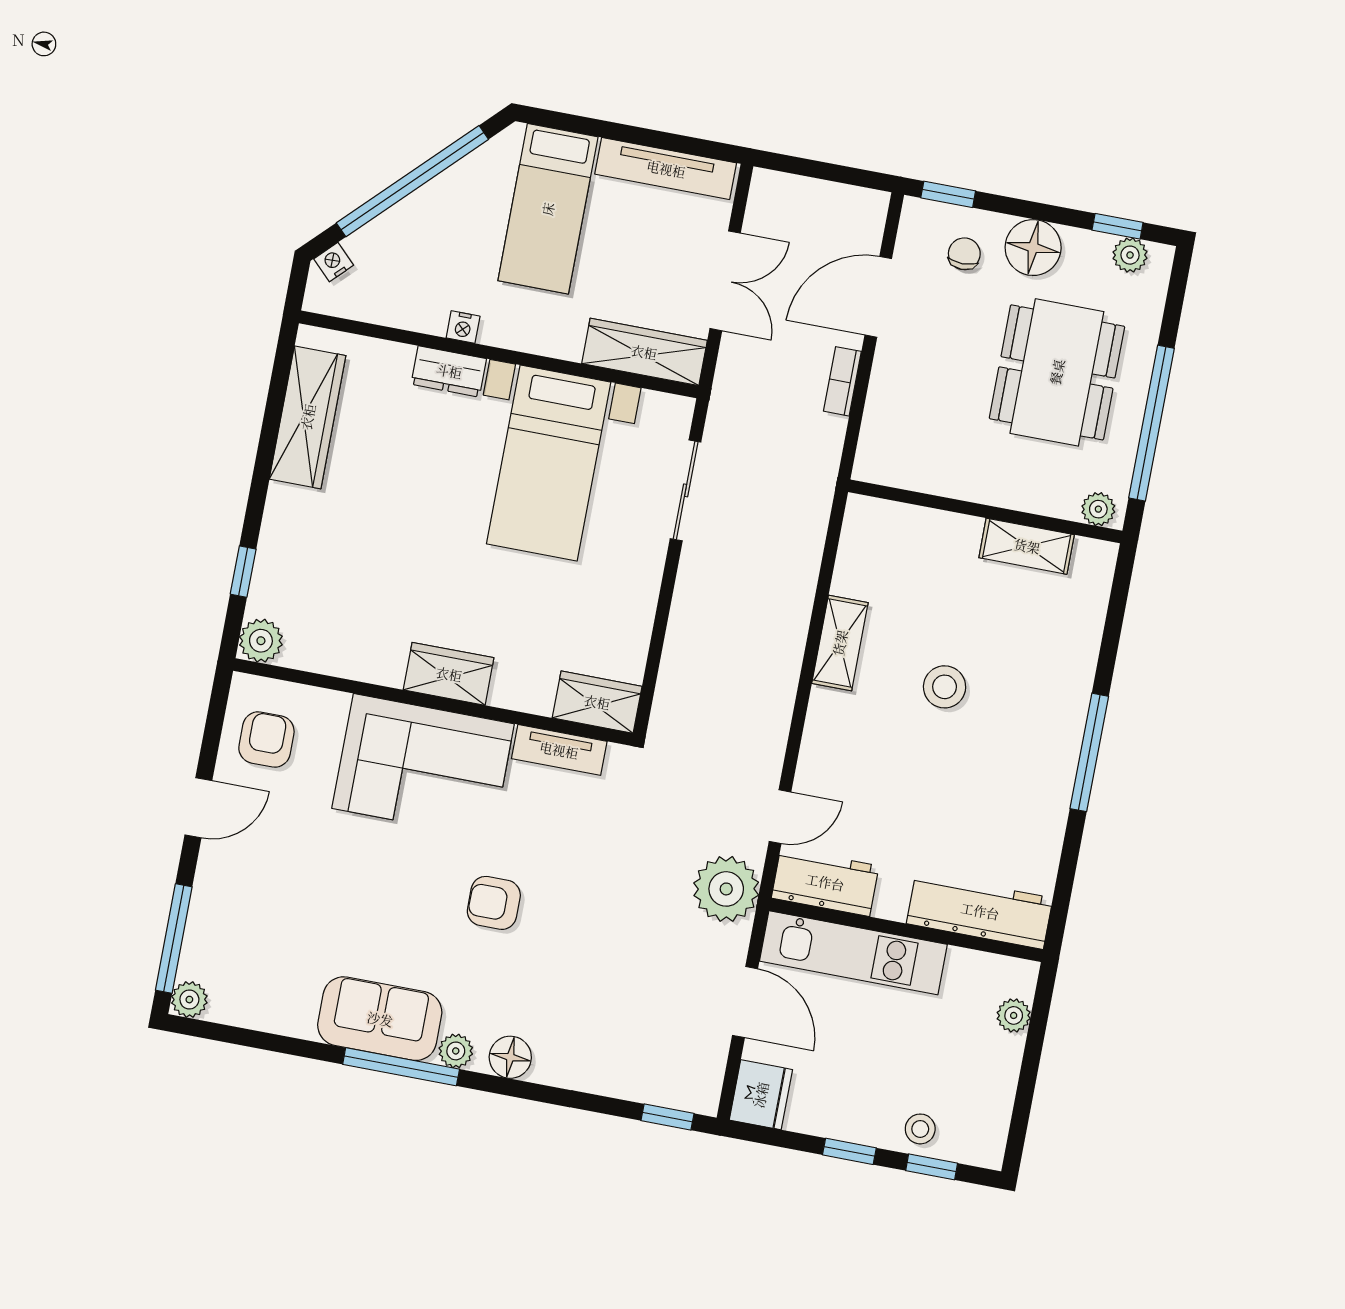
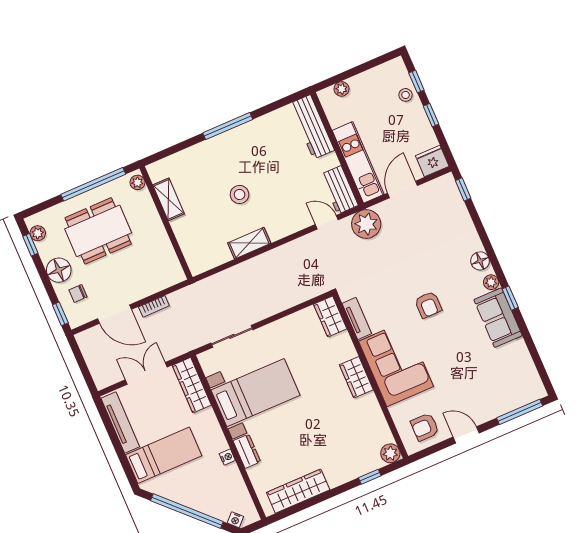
plant: (189, 1000) -> (538, 391), removed
window: (401, 1067) -> (510, 298), width x0.46

